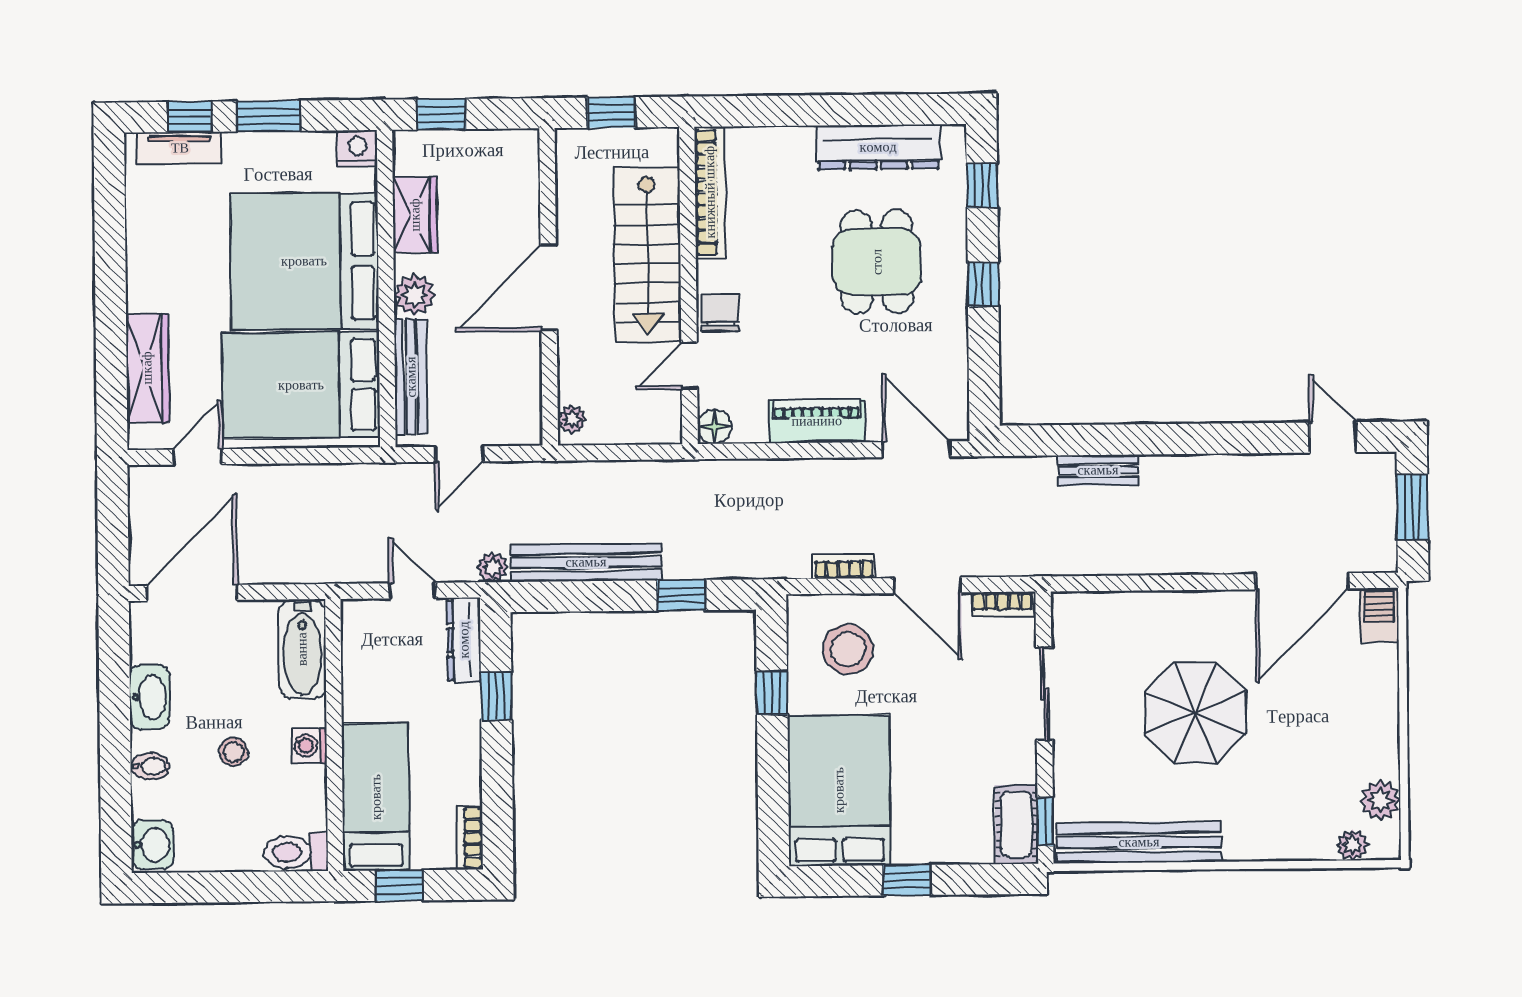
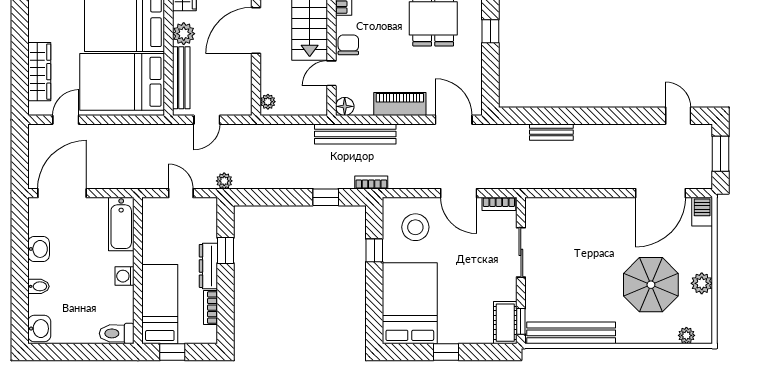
bench: (586, 562) -> (355, 134), moved
bookcase: (844, 566) -> (371, 182), moved
dresser: (464, 640) -> (208, 266), moved
washbasin: (150, 697) -> (39, 249), width x0.72
parasol: (1195, 713) -> (651, 285), moved
stool: (233, 752) -> (83, 279), removed
plant: (1380, 800) -> (702, 283), moved
bookcase: (470, 838) -> (210, 308), moved

